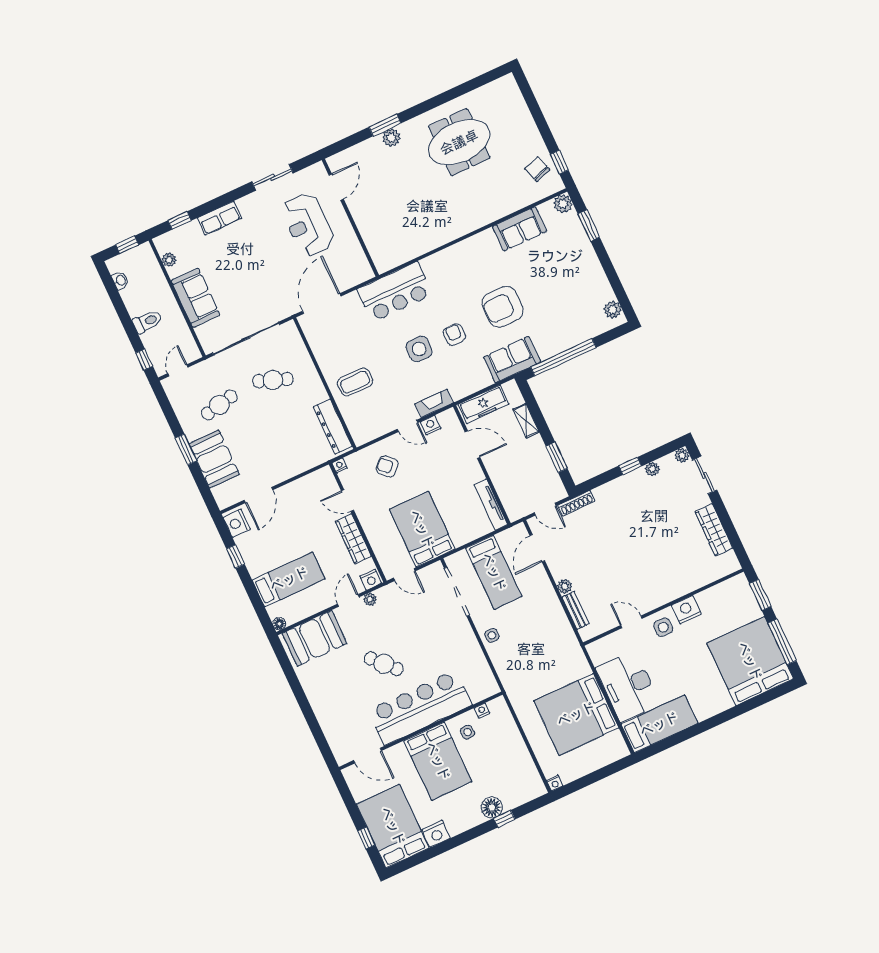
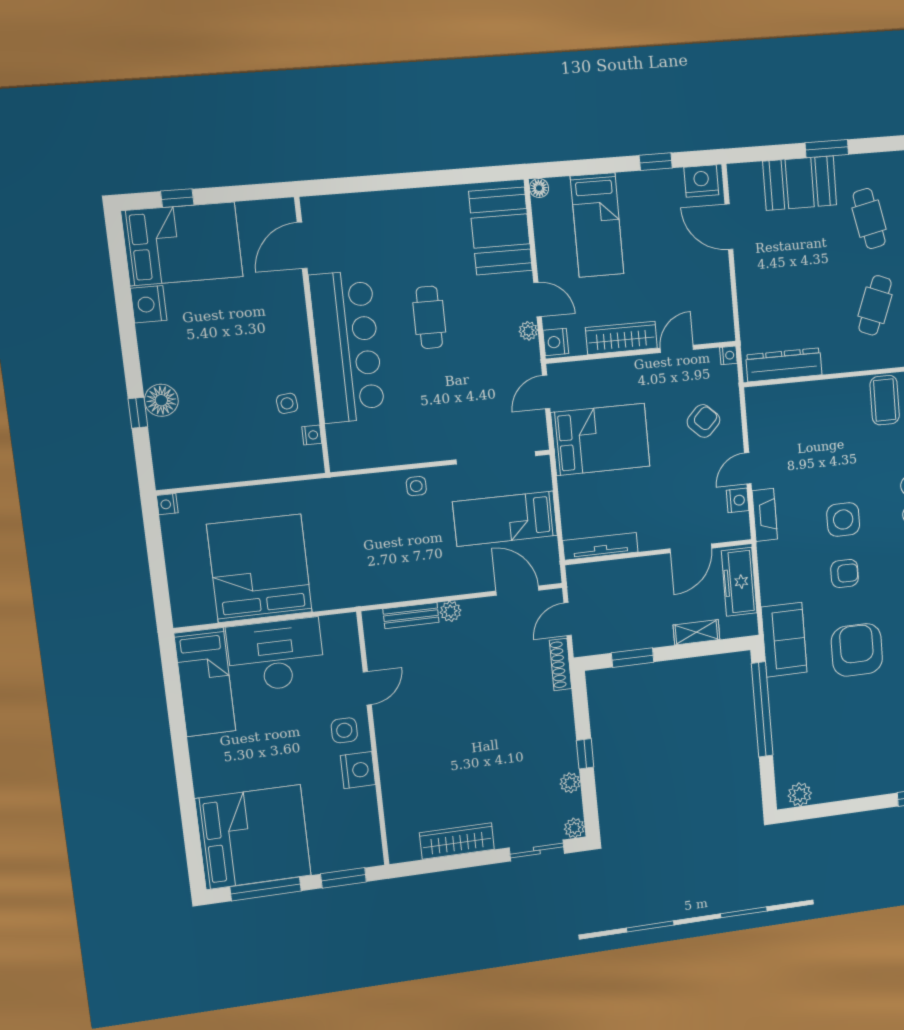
coffee table: (355, 382) -> (885, 400), moved
cafe table: (384, 664) -> (429, 317), turned -47
bed: (438, 761) -> (259, 345), removed

